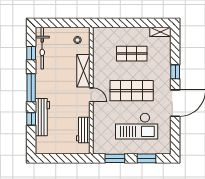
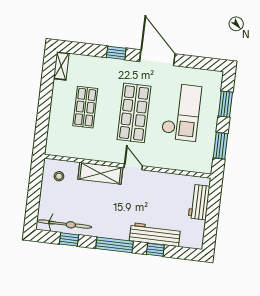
door: (91, 95) -> (133, 167), hinge flipped
workbench: (83, 130) -> (199, 202), moved, turned 90

